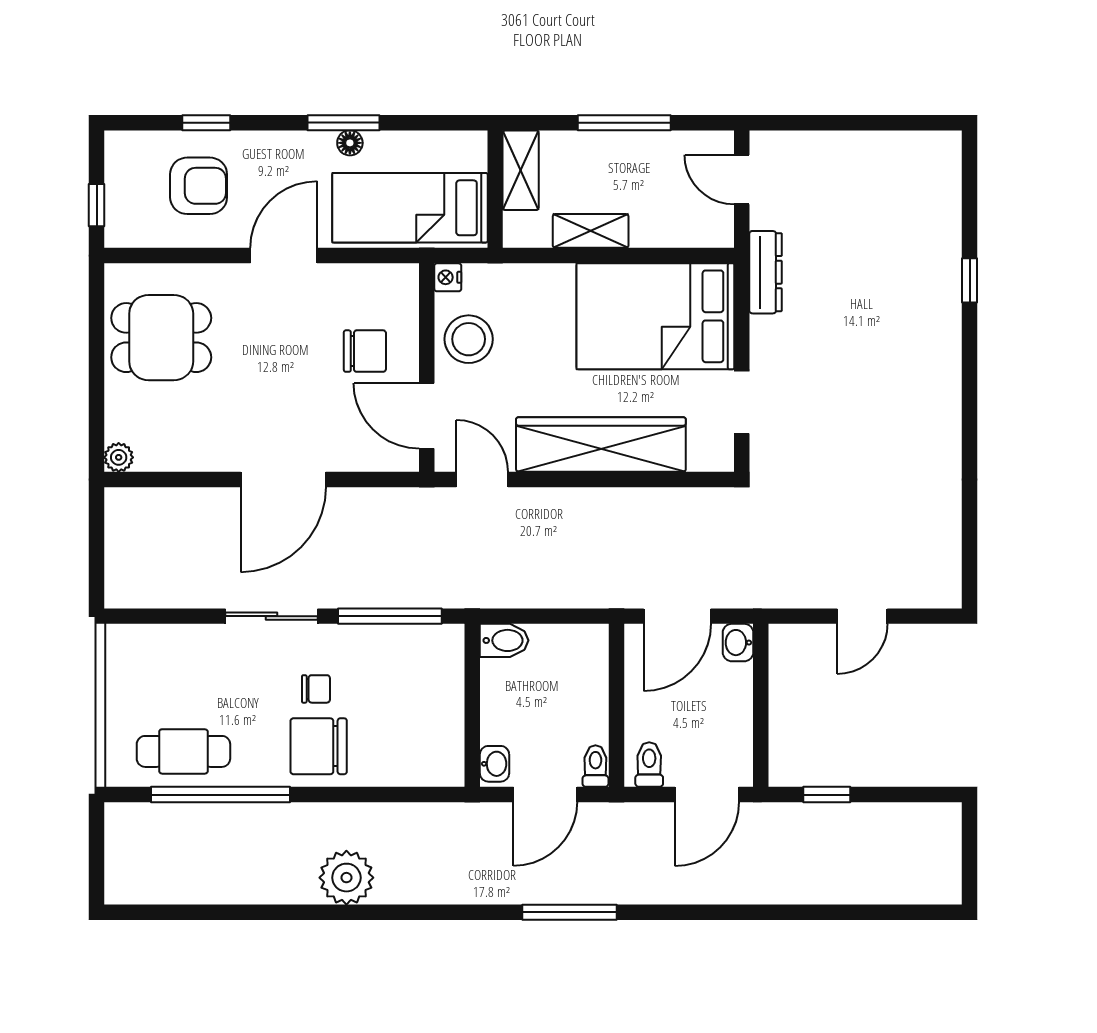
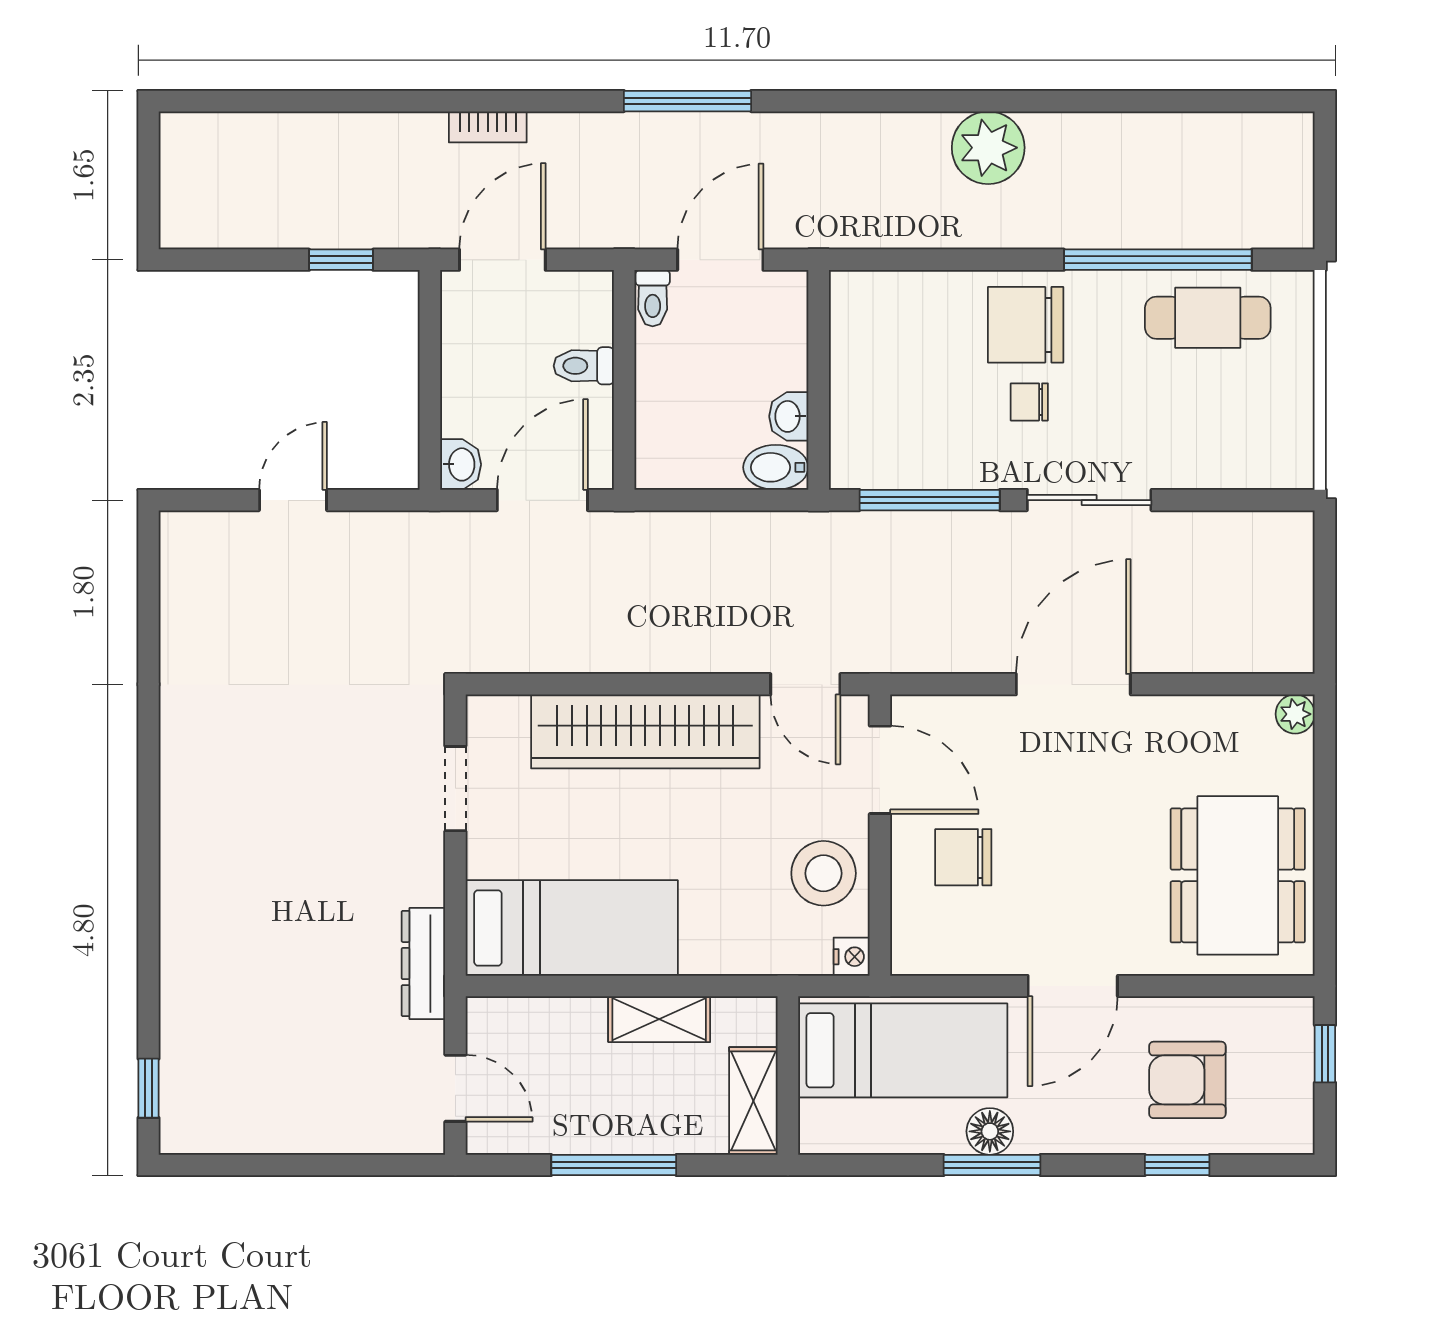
floor lamp: (350, 143) -> (990, 1131), width x1.37, depth x1.37
window: (970, 280) -> (148, 1088), moved
bed: (655, 316) -> (572, 928), width x0.67
dining table: (161, 338) -> (1238, 875), width x1.38
chair: (319, 746) -> (1026, 325), turned 180
washbasin: (494, 764) -> (789, 416), moved
toilet: (649, 765) -> (584, 366), moved, turned 90
bookcase: (718, 893) -> (488, 127), added

